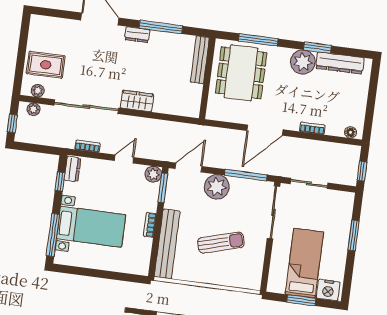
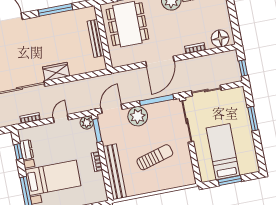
dresser: (137, 35) -> (40, 21), removed
bench: (200, 60) -> (96, 38), moved
floor lamp: (351, 132) -> (220, 38), width x1.89, depth x1.89
dresser: (72, 169) -> (27, 150), moved
nightstand: (328, 290) -> (248, 166), removed

